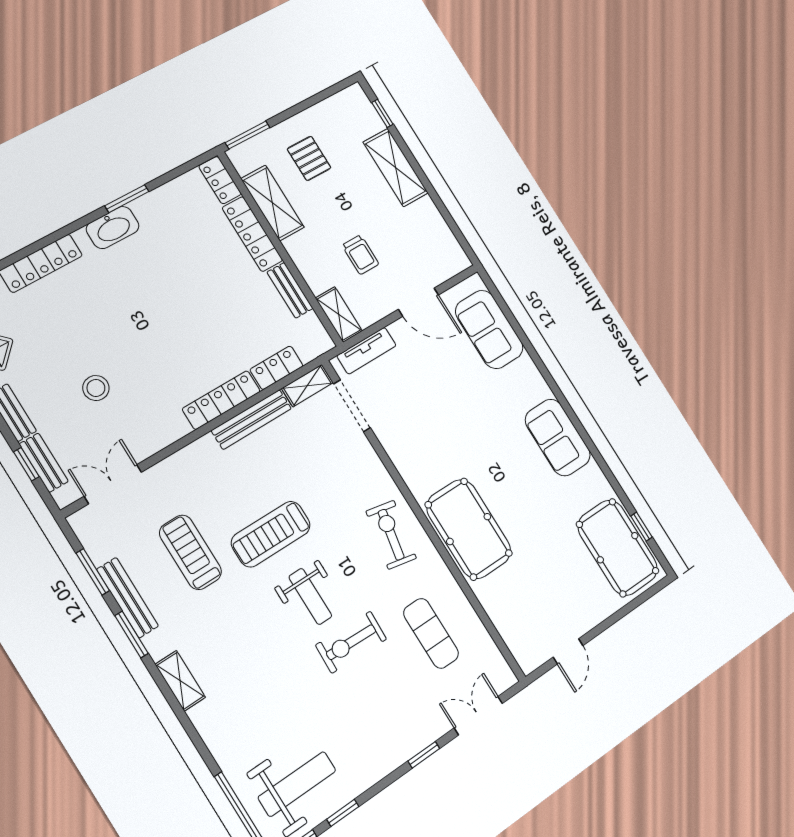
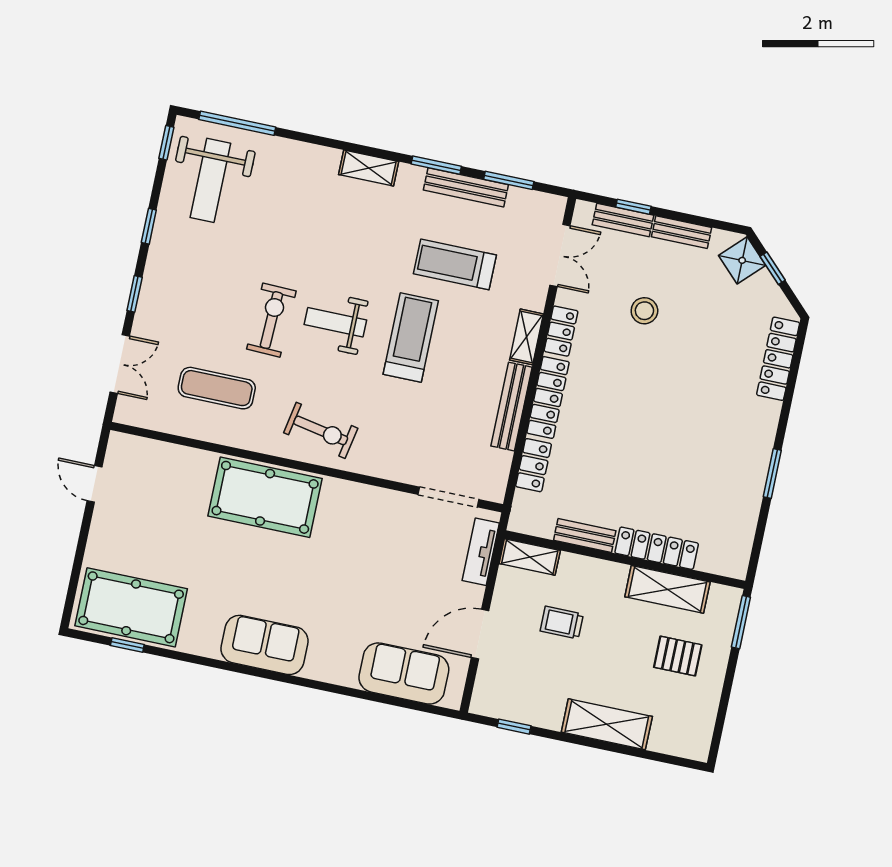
window: (382, 113) -> (514, 727), moved
locker: (220, 180) -> (561, 331), moved, turned 90
washbasin: (113, 228) -> (759, 441), removed
shelving: (307, 386) -> (526, 337), moved
treadmill: (191, 552) -> (455, 264), turned 180
window: (343, 813) -> (149, 226), moved

